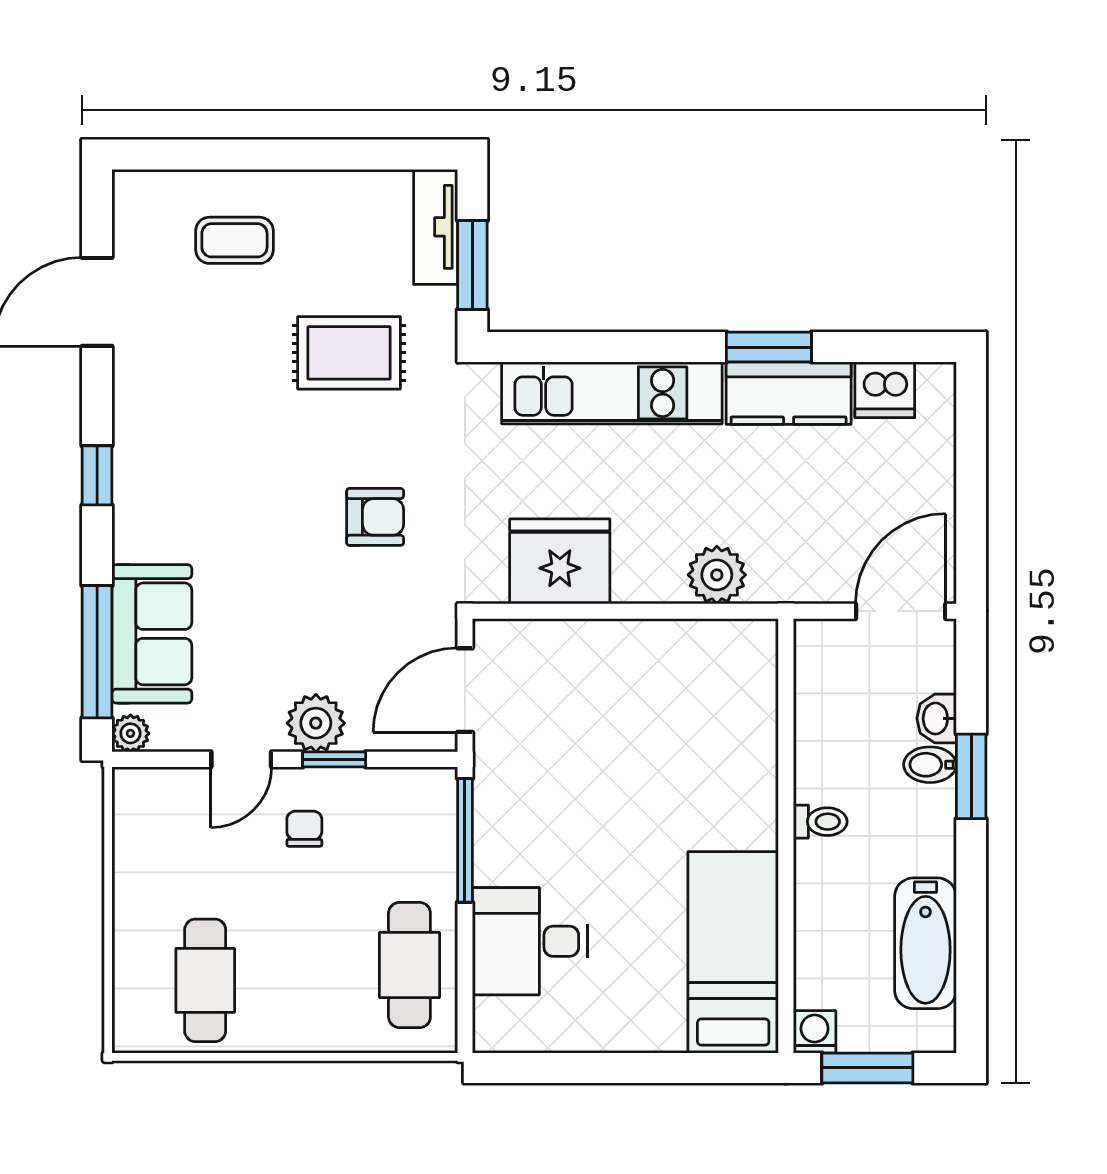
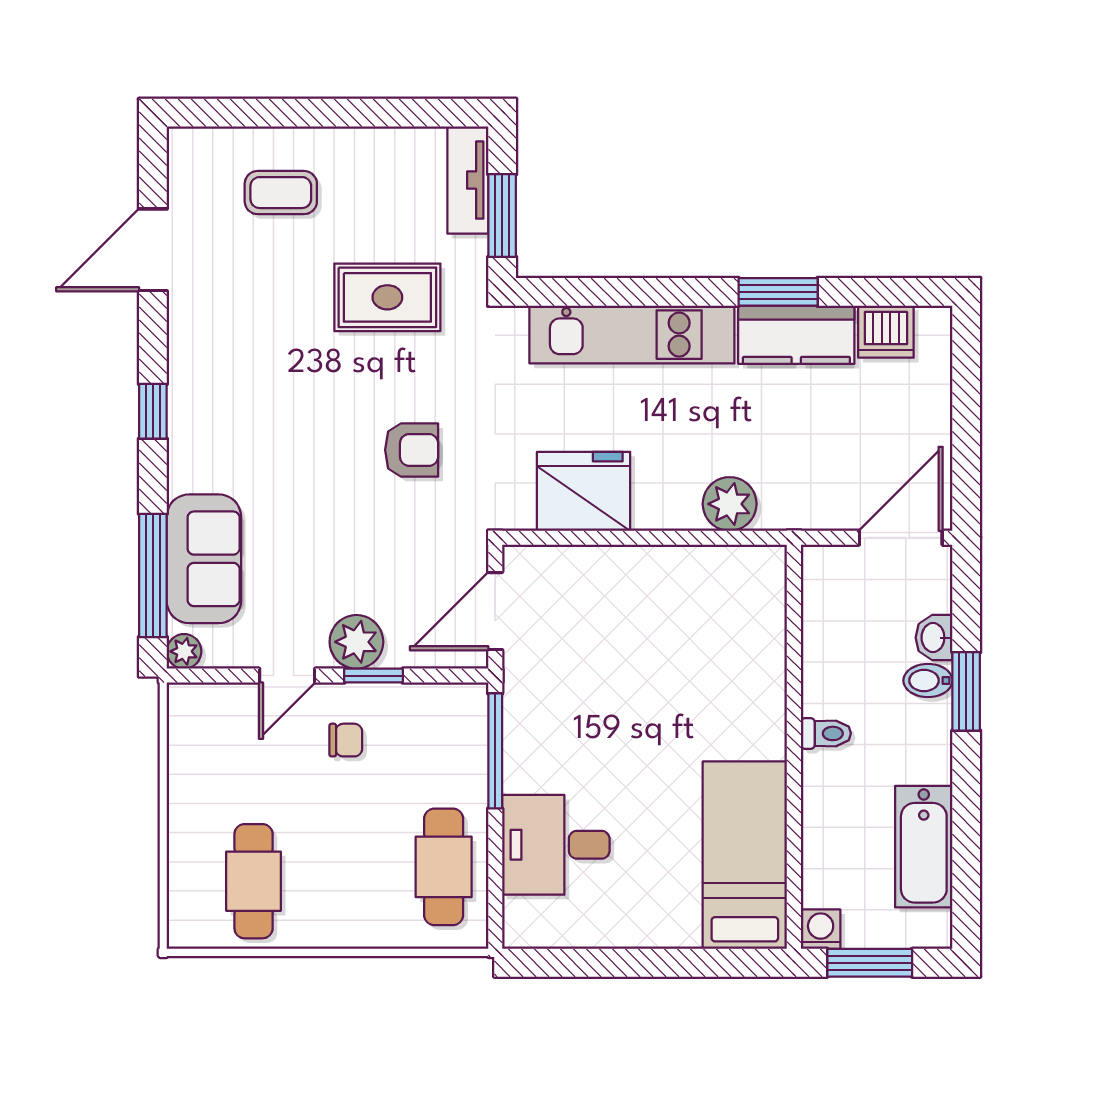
chair: (304, 829) -> (346, 740), turned 90

